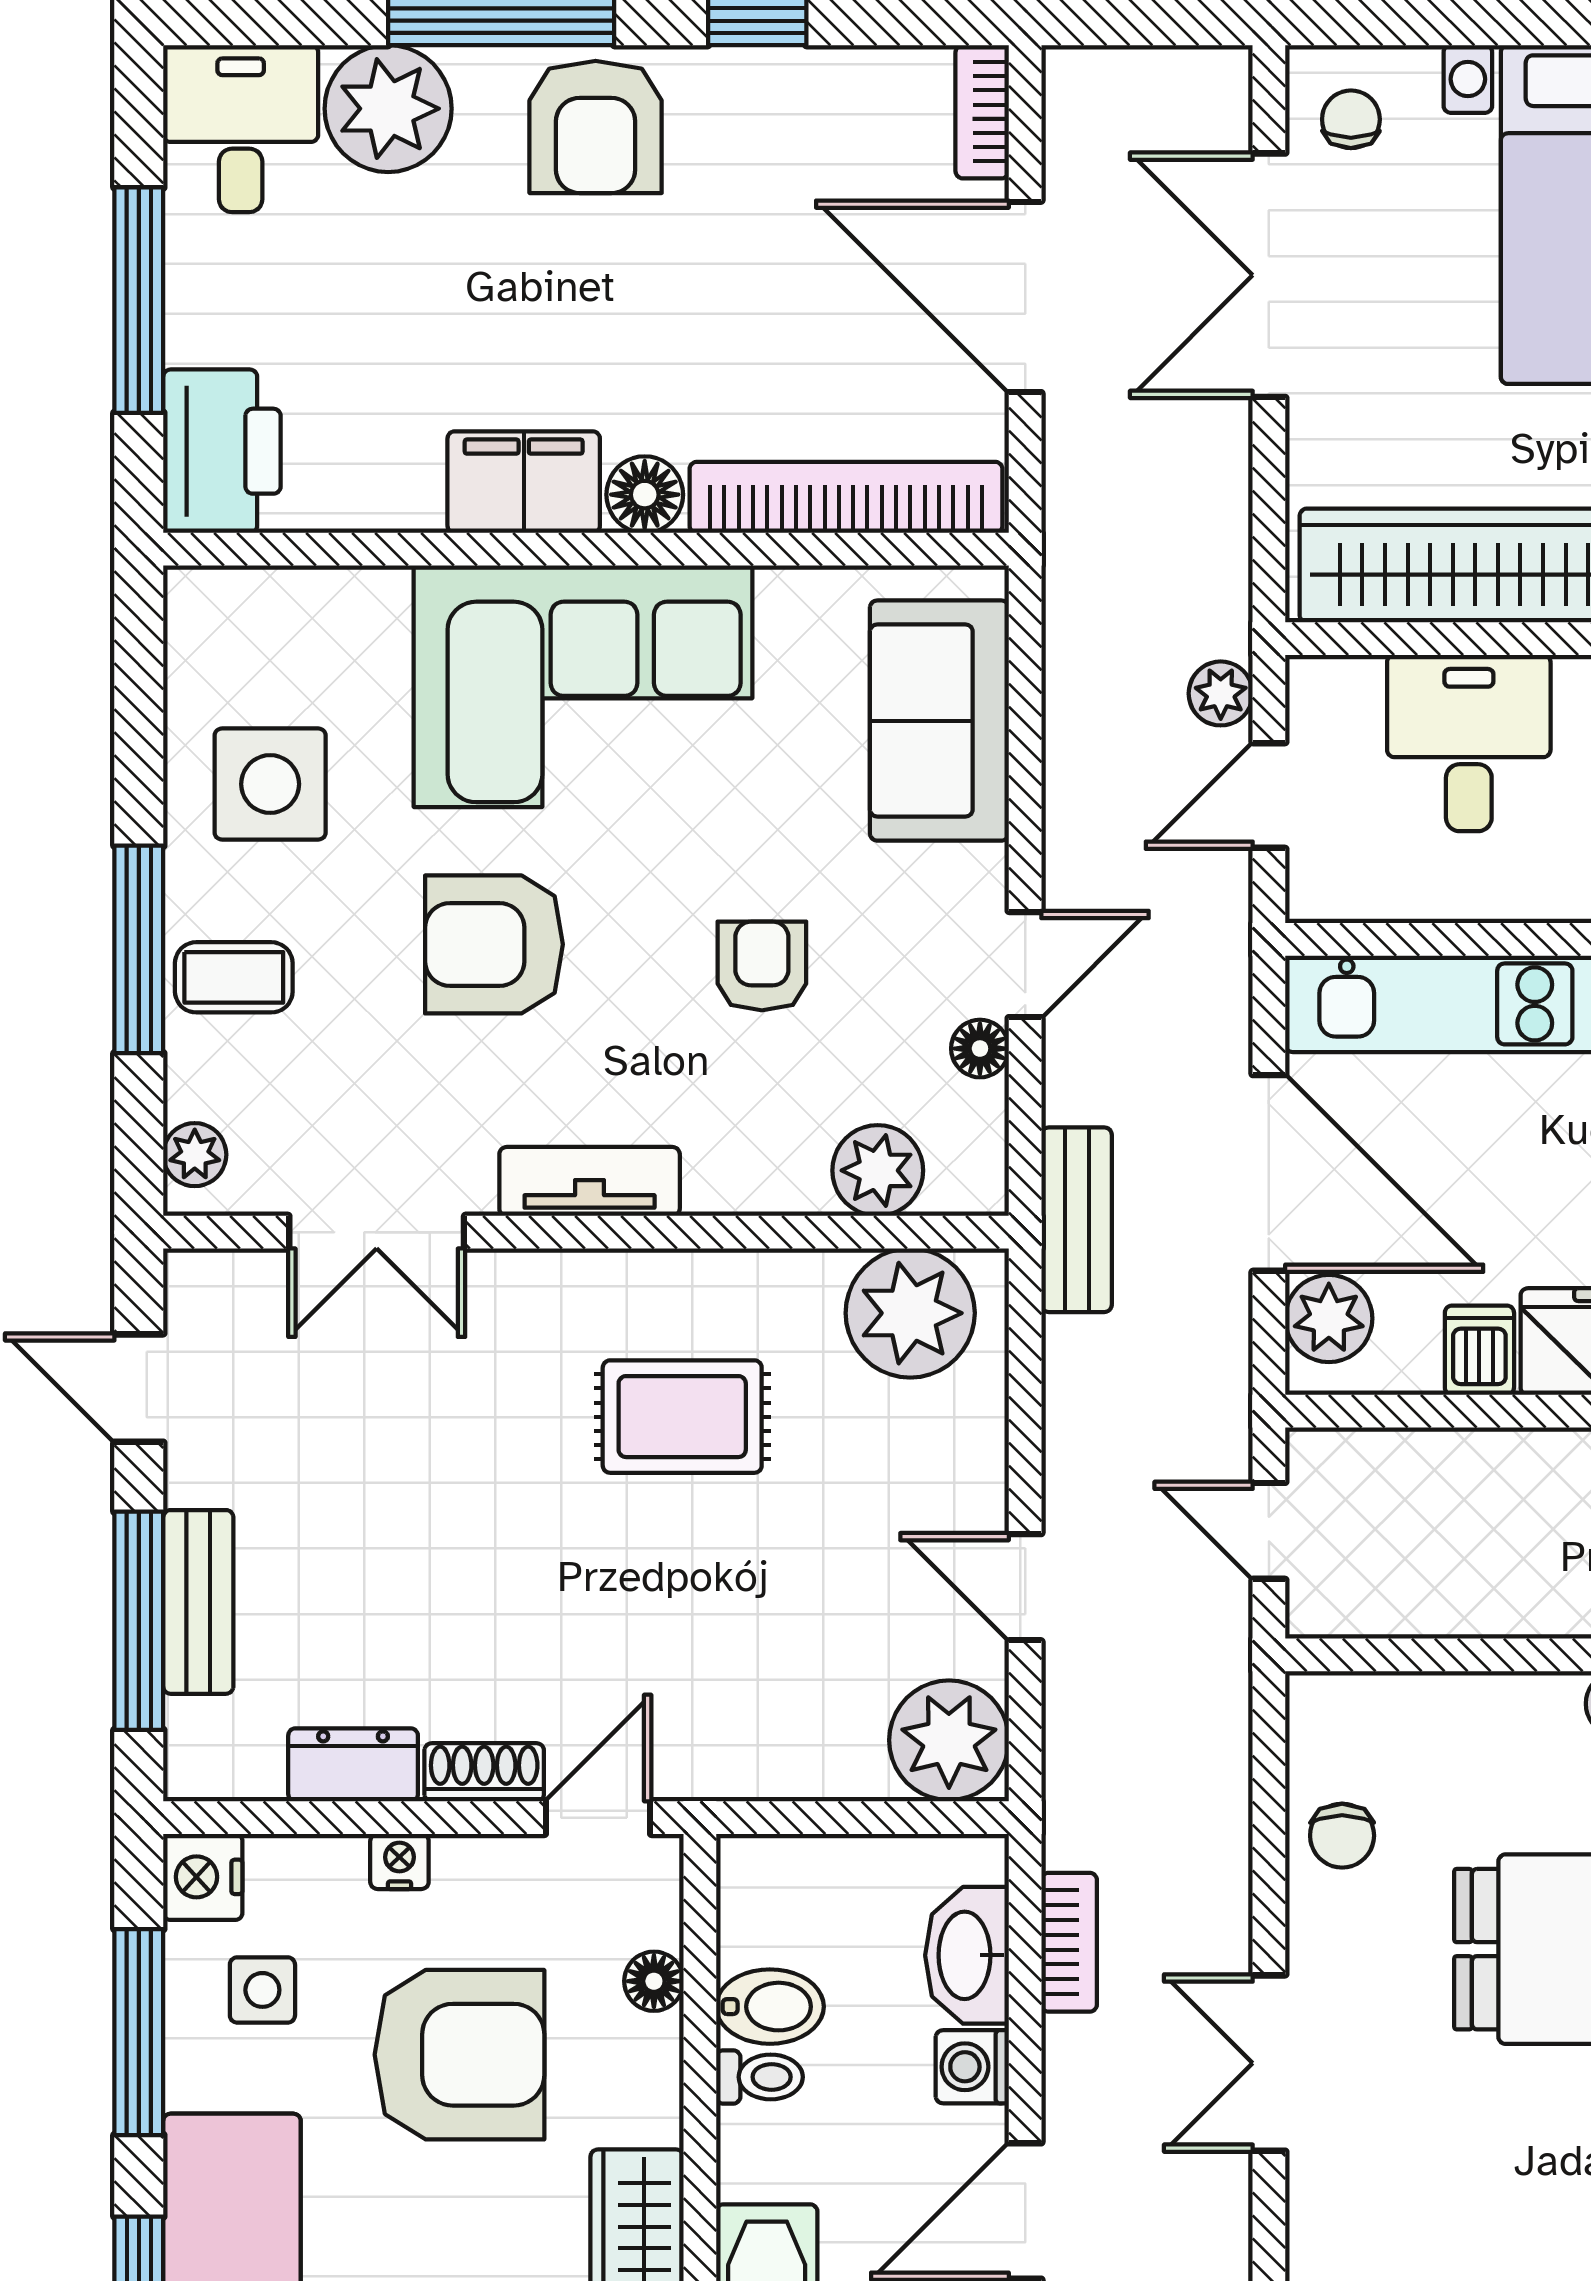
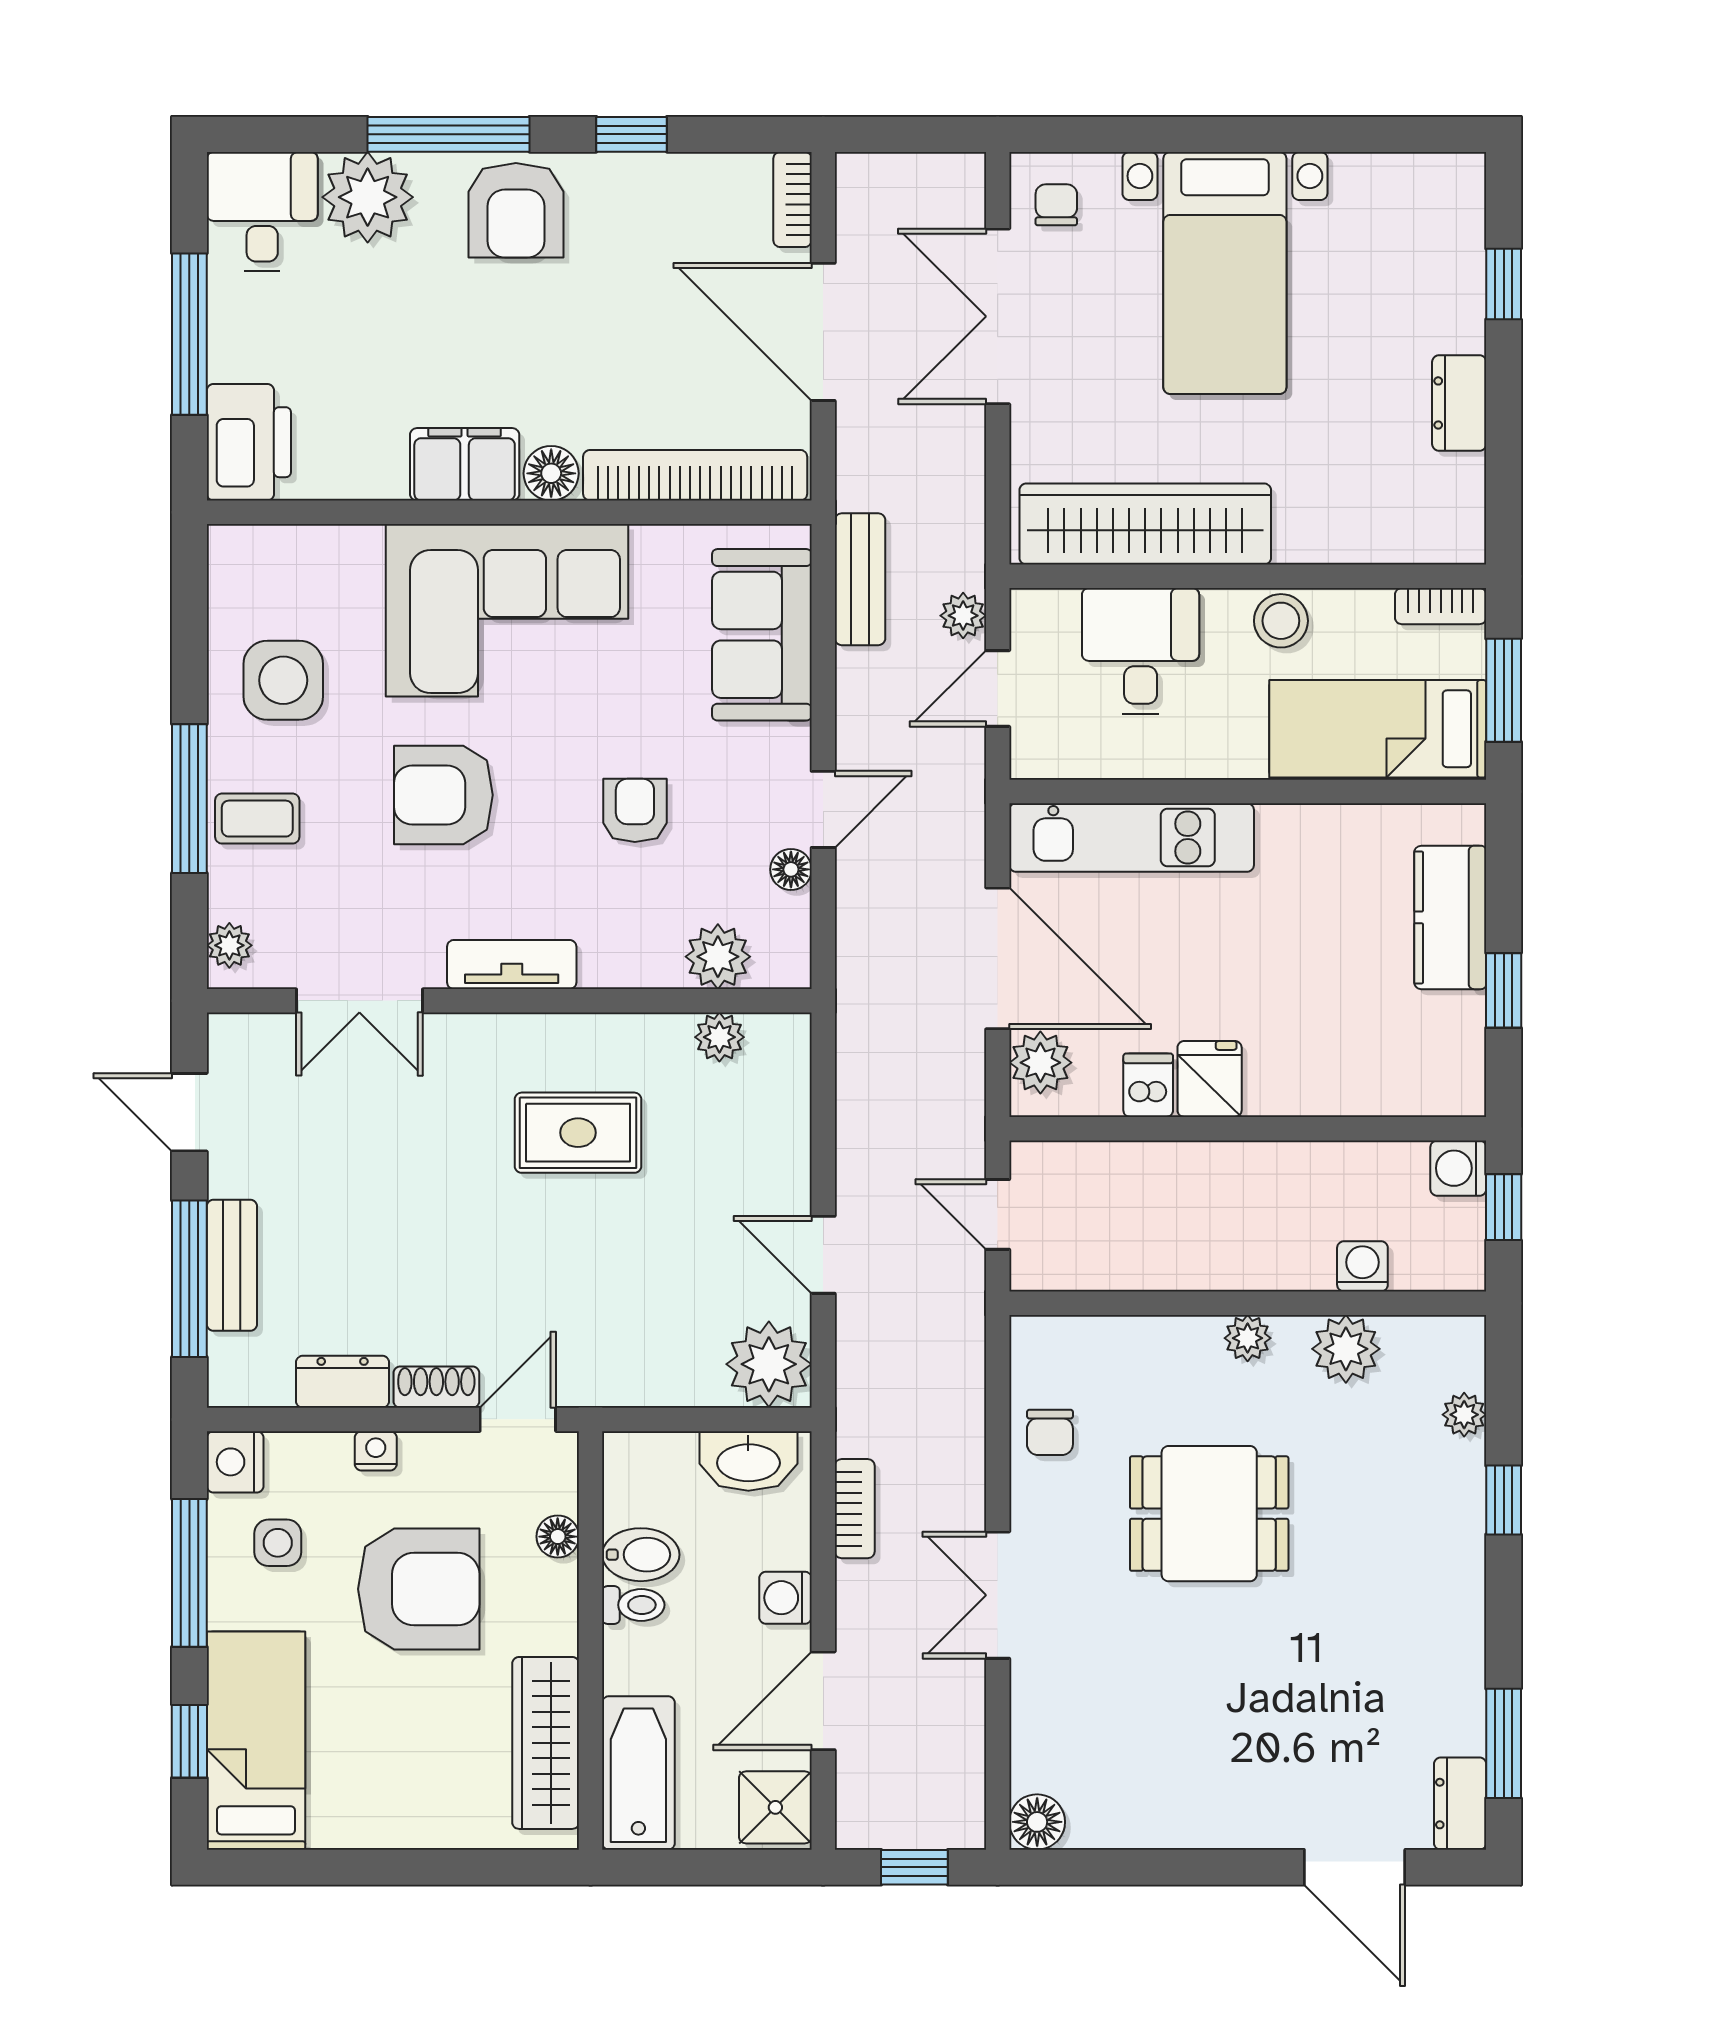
bench: (1077, 1220) -> (860, 579), moved
plant: (910, 1313) -> (719, 1037), width x0.53, depth x0.53
washbasin: (967, 1955) -> (748, 1461), moved, turned -90

